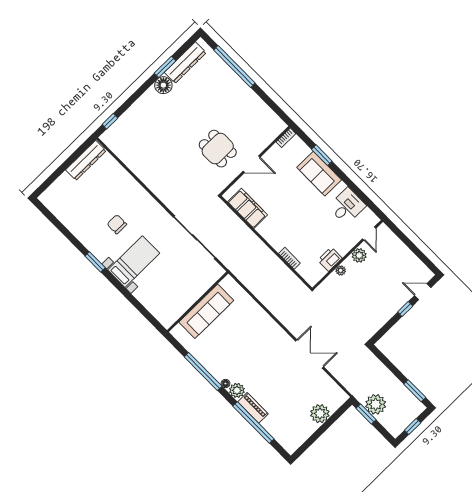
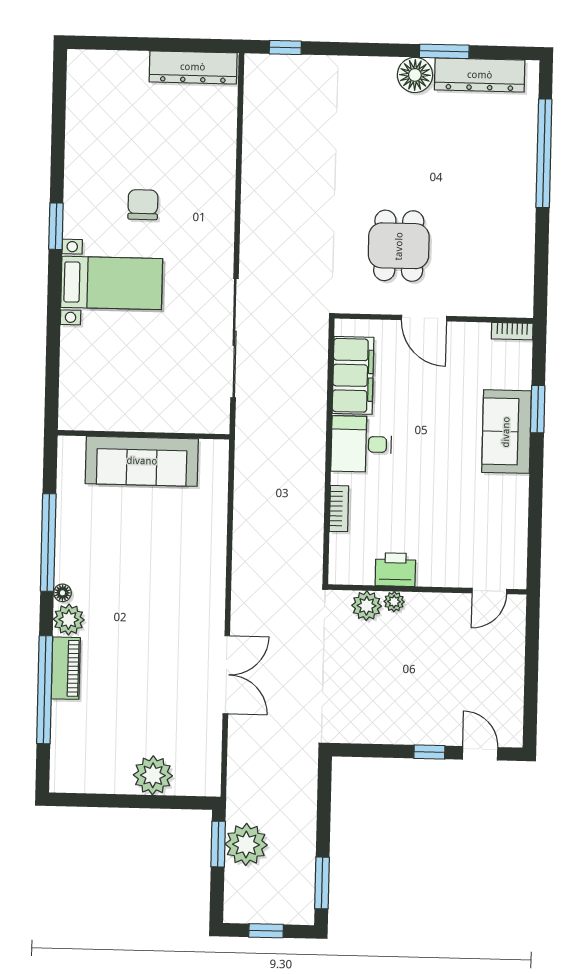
desk: (347, 206) -> (361, 444), moved, turned 180
plant: (359, 255) -> (367, 606), moved

